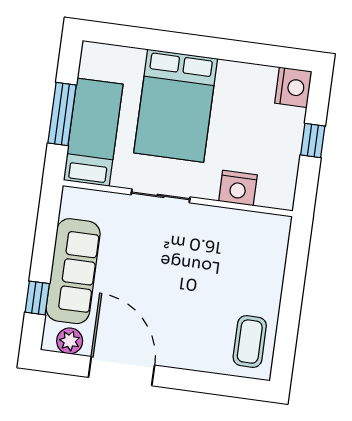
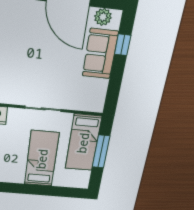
bed: (176, 106) -> (42, 159), width x0.67
sofa: (73, 271) -> (100, 54), width x0.73

